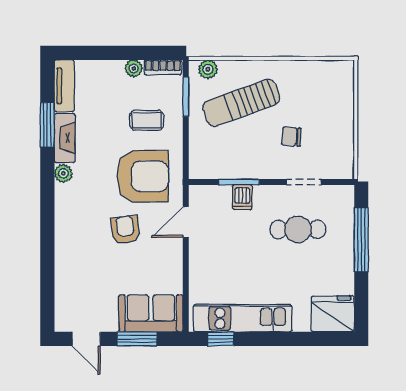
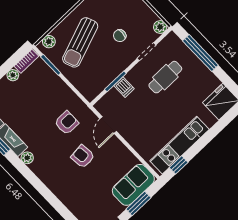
coffee table: (147, 120) -> (43, 94), removed
plant: (344, 169) -> (160, 27), added
armchair: (143, 176) -> (67, 123), width x0.53, depth x0.53

